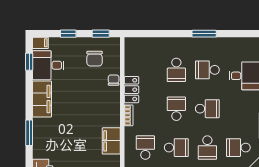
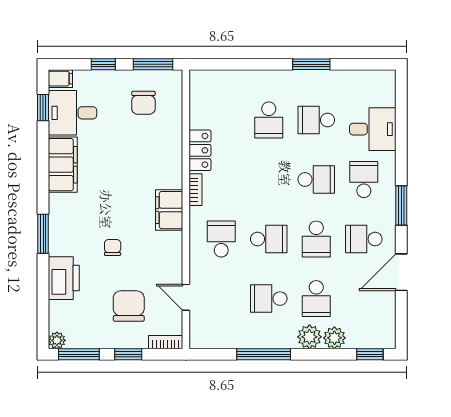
window: (101, 34) -> (153, 64), width x1.50
chair: (114, 80) -> (113, 248), moved
school desk: (176, 109) -> (364, 180), moved
window: (29, 133) -> (43, 234), moved
filing cabinet: (111, 141) -> (169, 210), moved

